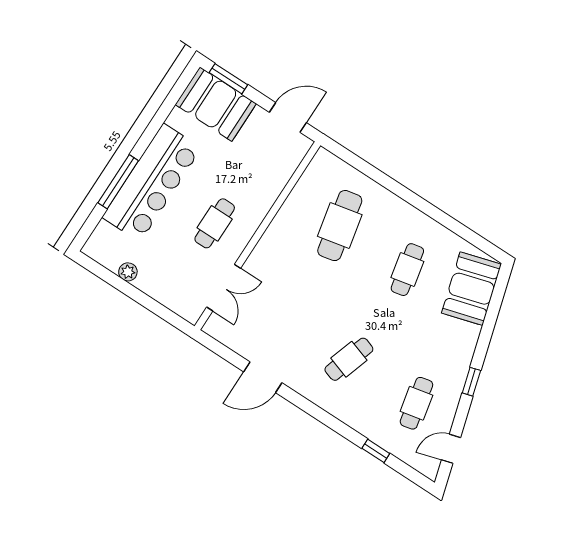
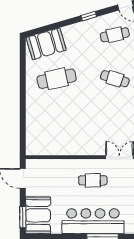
cafe table: (340, 226) -> (57, 123), removed
cafe table: (407, 270) -> (57, 79), width x1.37, depth x1.35

